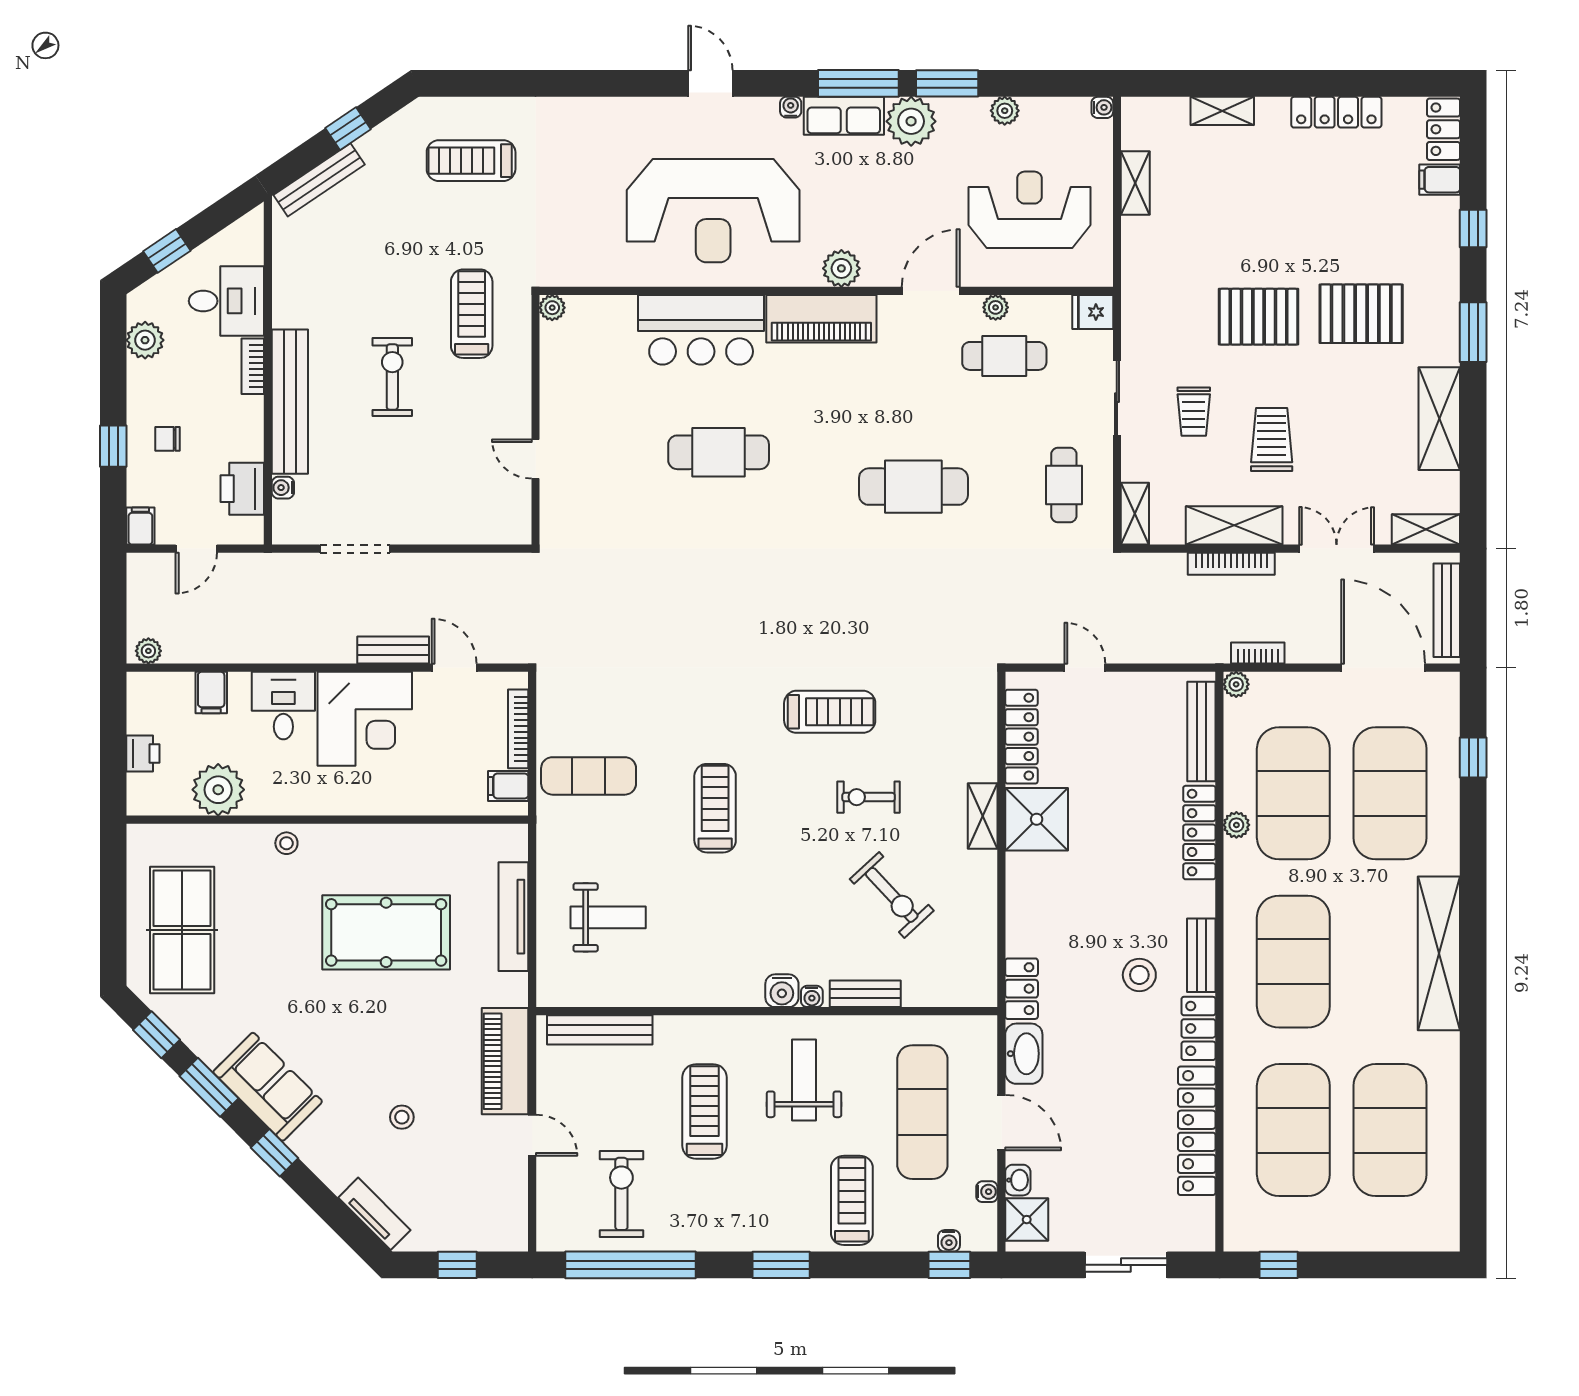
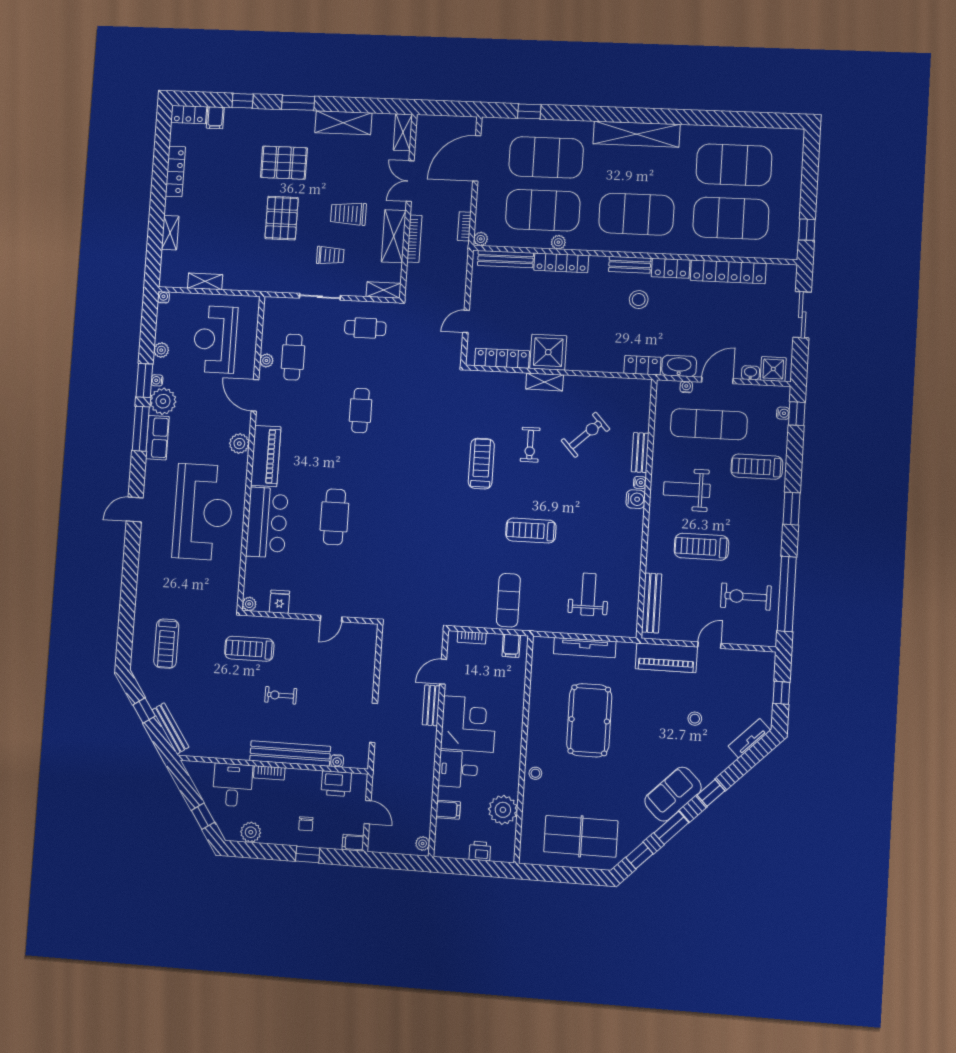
water cooler: (791, 107) -> (157, 380), moved
fridge: (1093, 312) -> (280, 602), moved, turned 180
pallet: (1361, 314) -> (284, 163), turned 90
exercise bike: (392, 377) -> (281, 695), width x0.73, depth x0.72
cafe table: (913, 487) -> (361, 411), width x0.73, depth x0.74
bench: (1447, 610) -> (448, 123), removed
bookcase: (518, 729) -> (472, 638), width x0.64
water cooler: (987, 1192) -> (686, 387), moved

